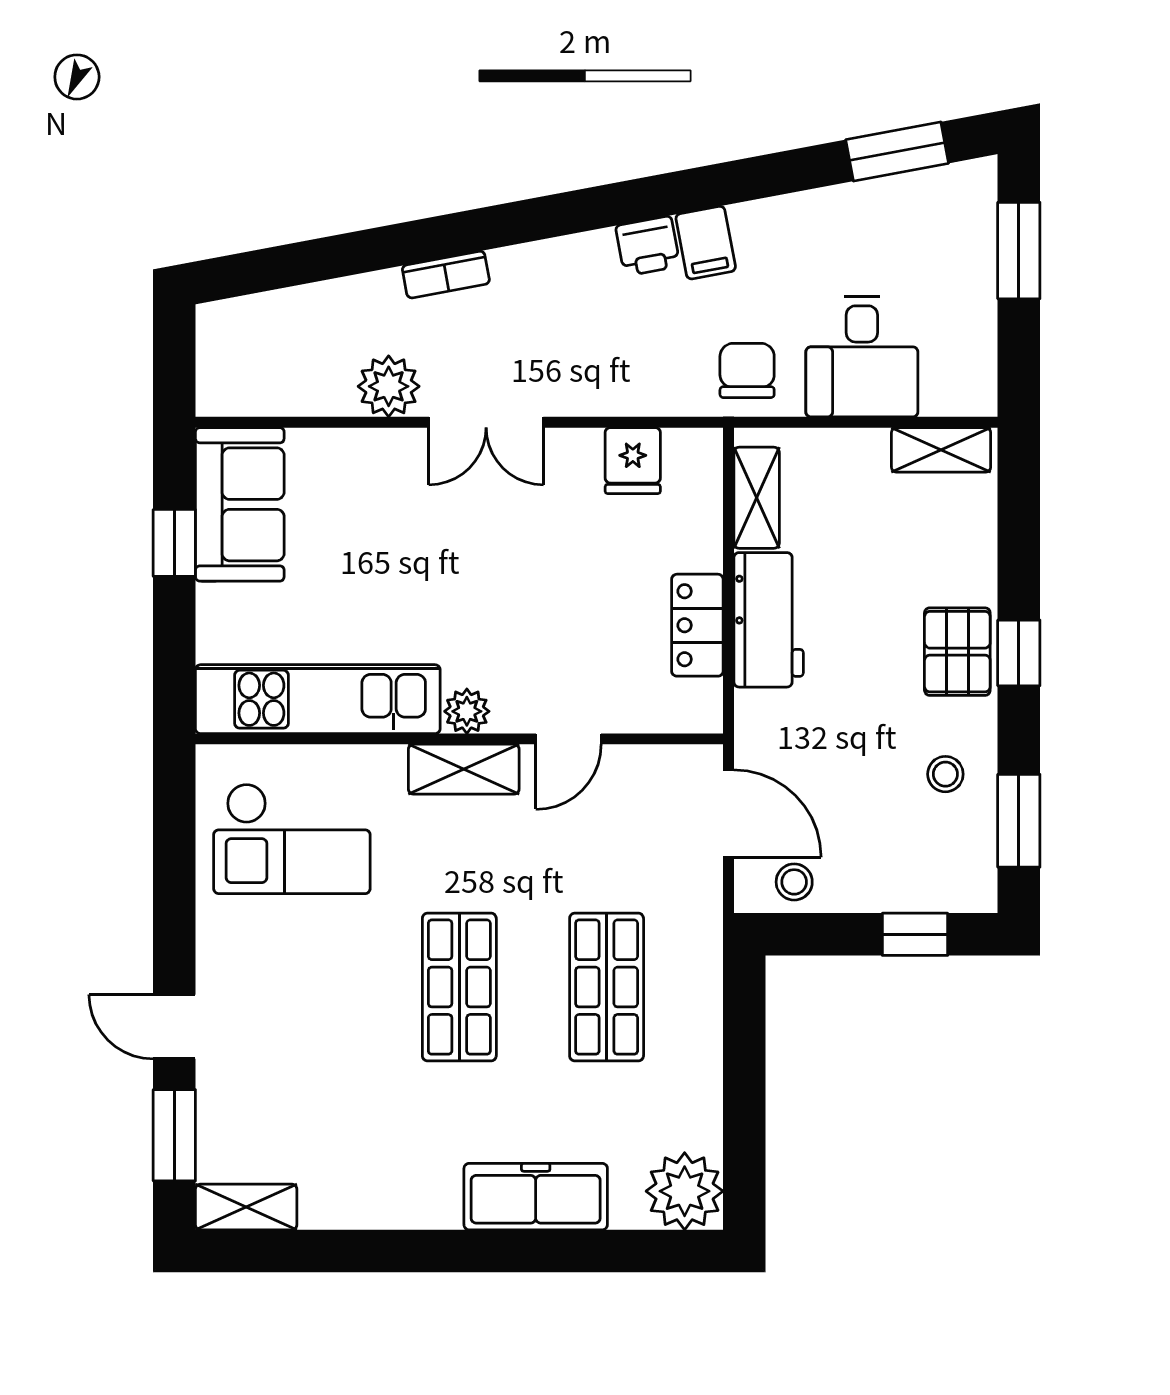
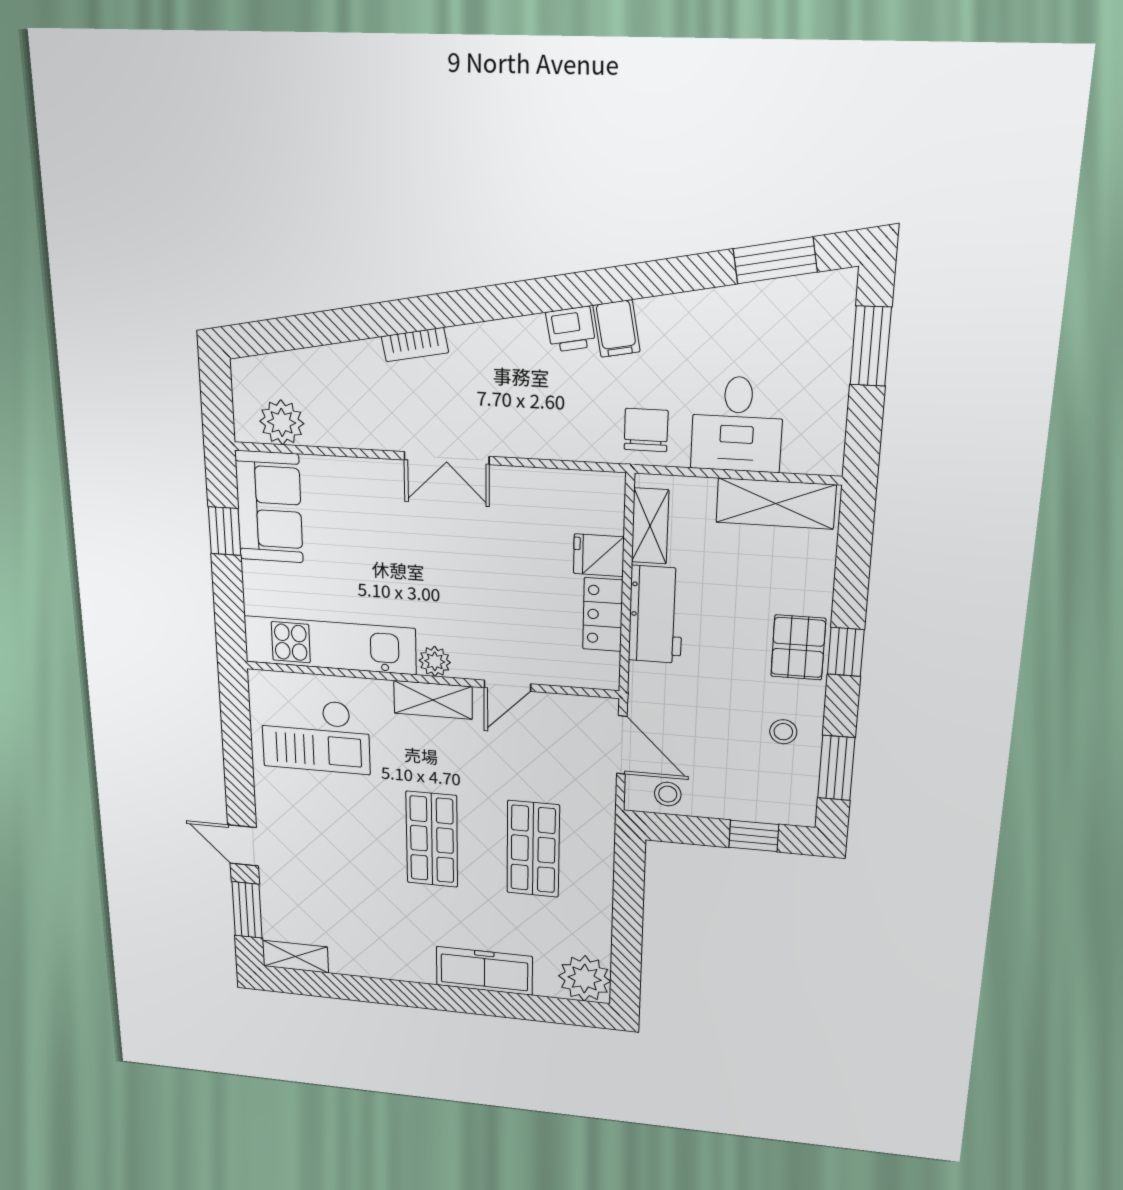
plant: (389, 386) -> (282, 422), moved
shelving: (941, 450) -> (776, 503), width x1.50, depth x1.33
fridge: (633, 461) -> (599, 555), moved, turned 90

